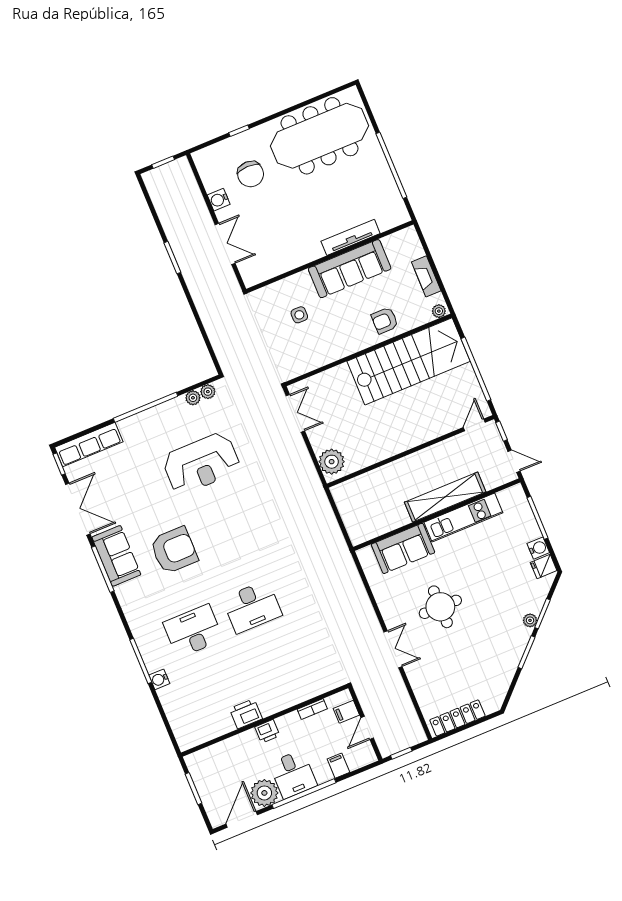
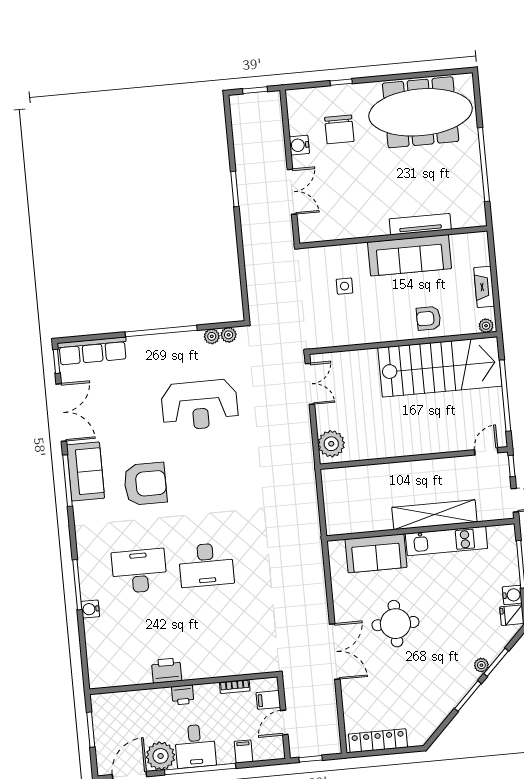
double door: (393, 649) -> (335, 652), width x1.37

